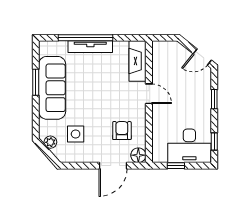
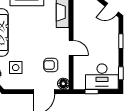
door: (149, 94) -> (71, 48), moved
armchair: (122, 131) -> (51, 65), turned -90

